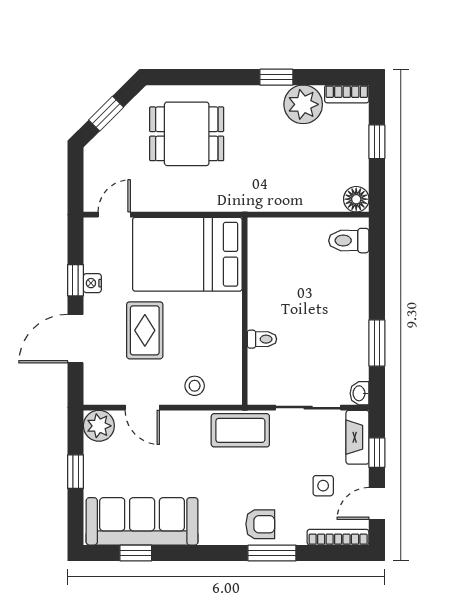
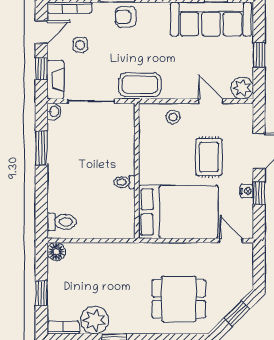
door: (114, 215) -> (231, 241), swing flipped
toilet: (262, 339) -> (124, 182), moved

